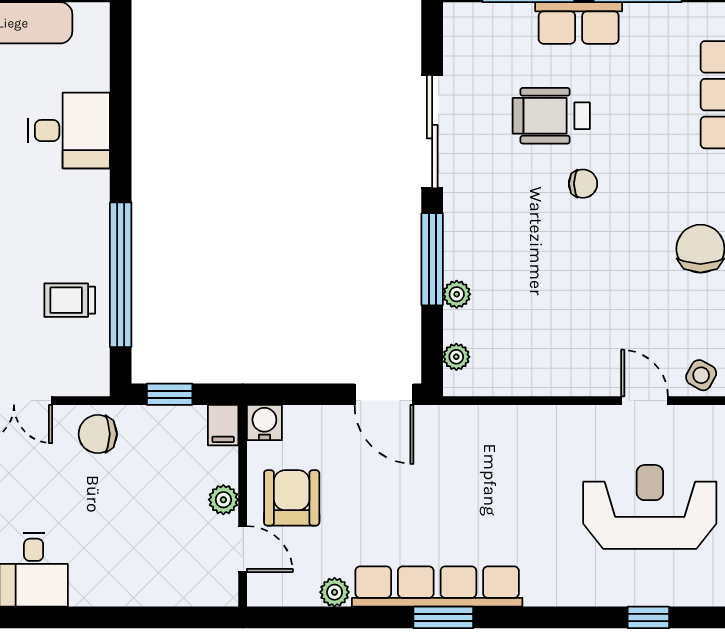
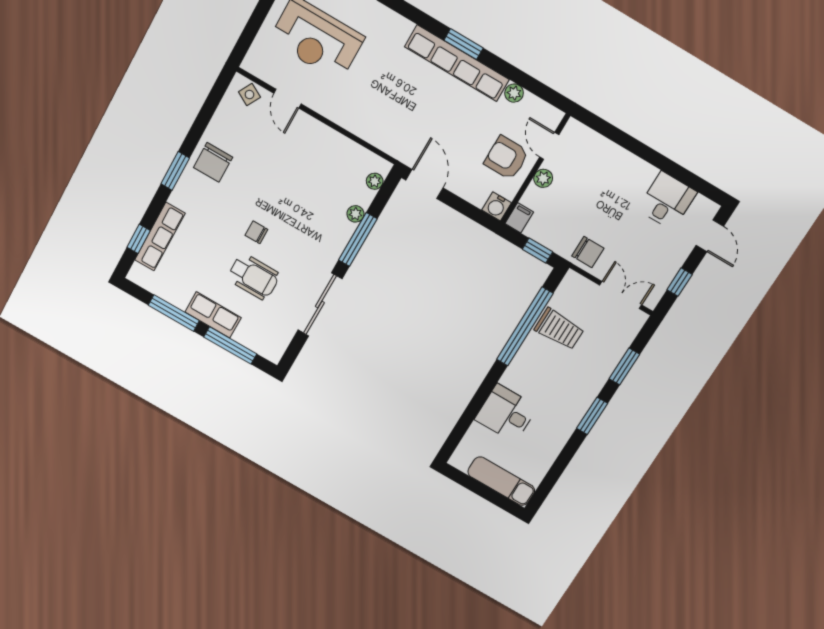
trolley: (70, 300) -> (559, 329), width x1.36, depth x1.39
armchair: (292, 498) -> (506, 158), turned 90

